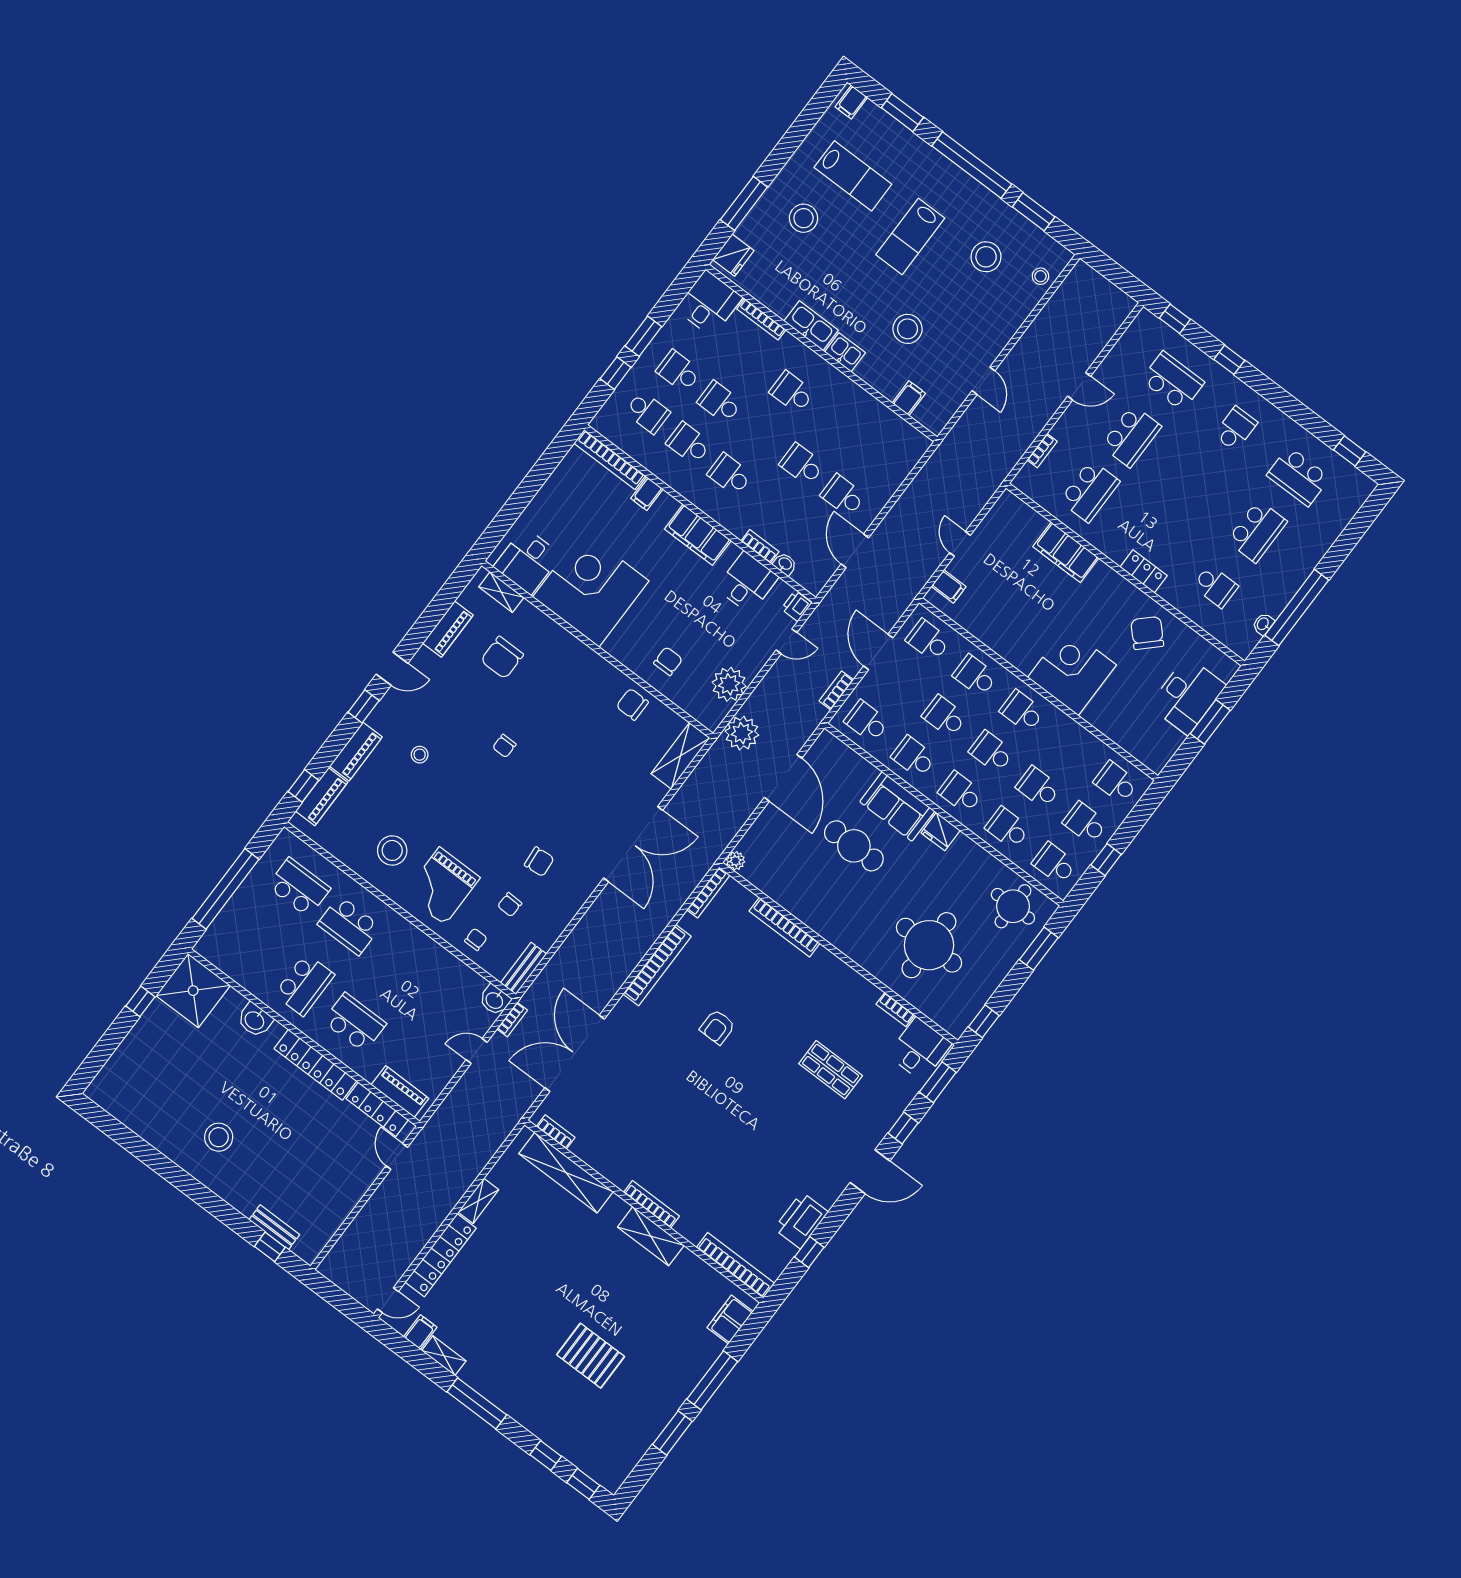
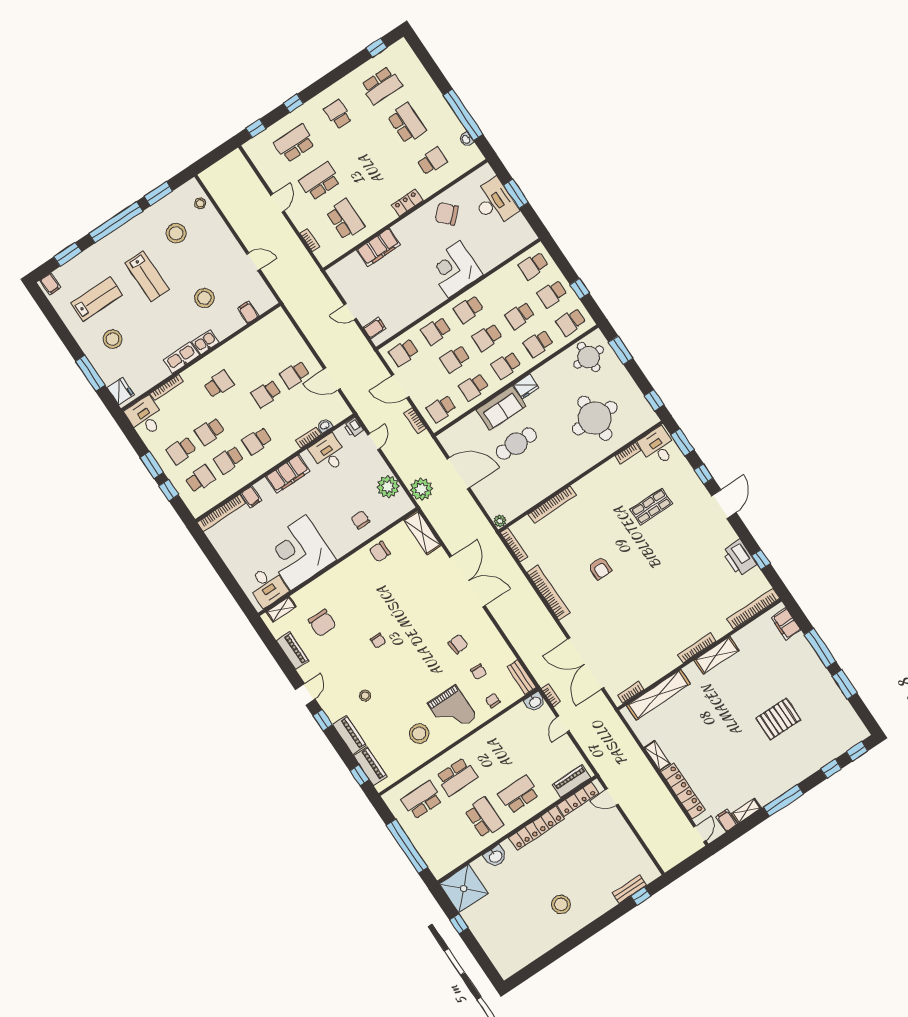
school desk: (792, 392) -> (219, 384), turned 180
school desk: (1131, 436) -> (320, 181), turned -90

